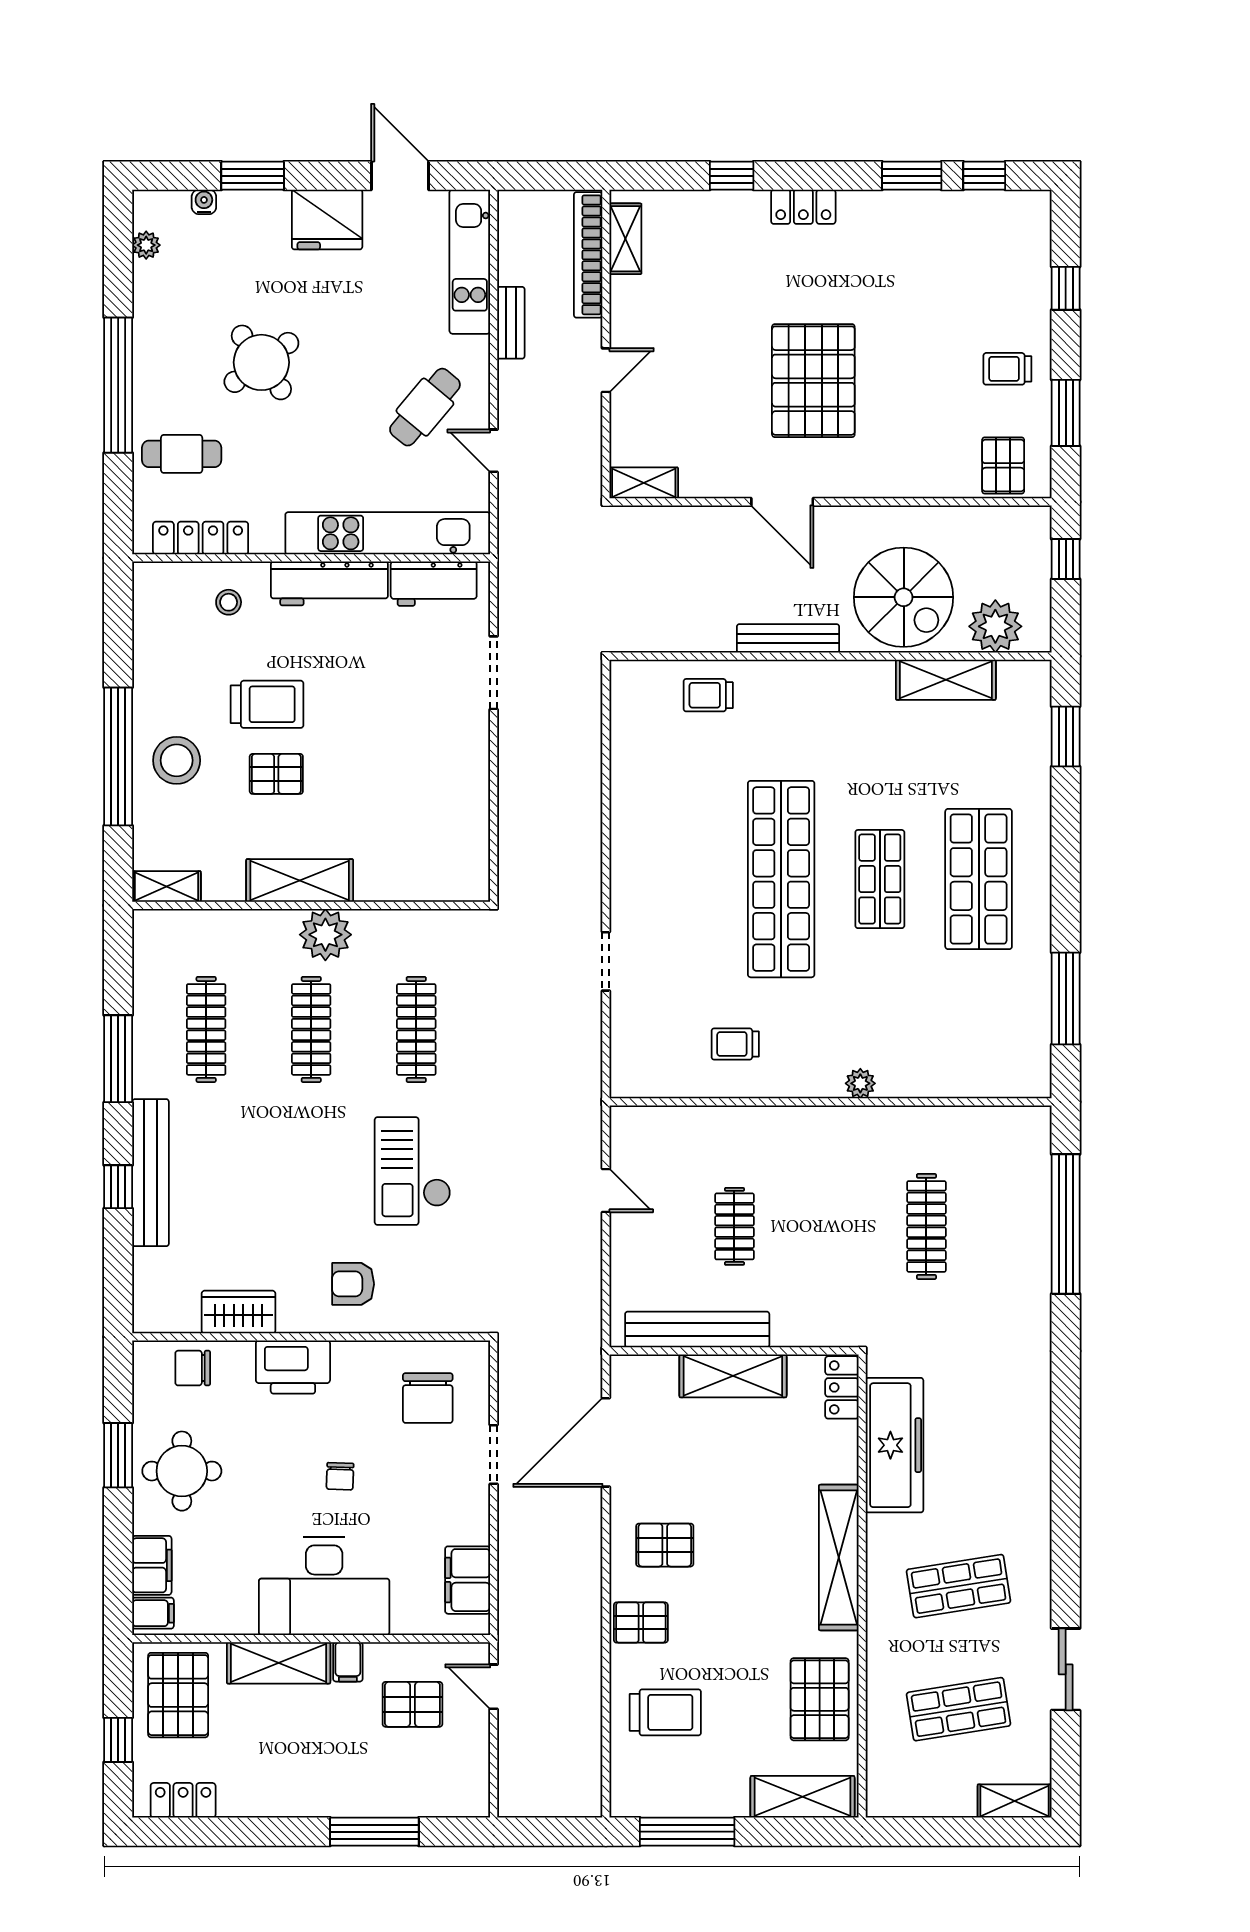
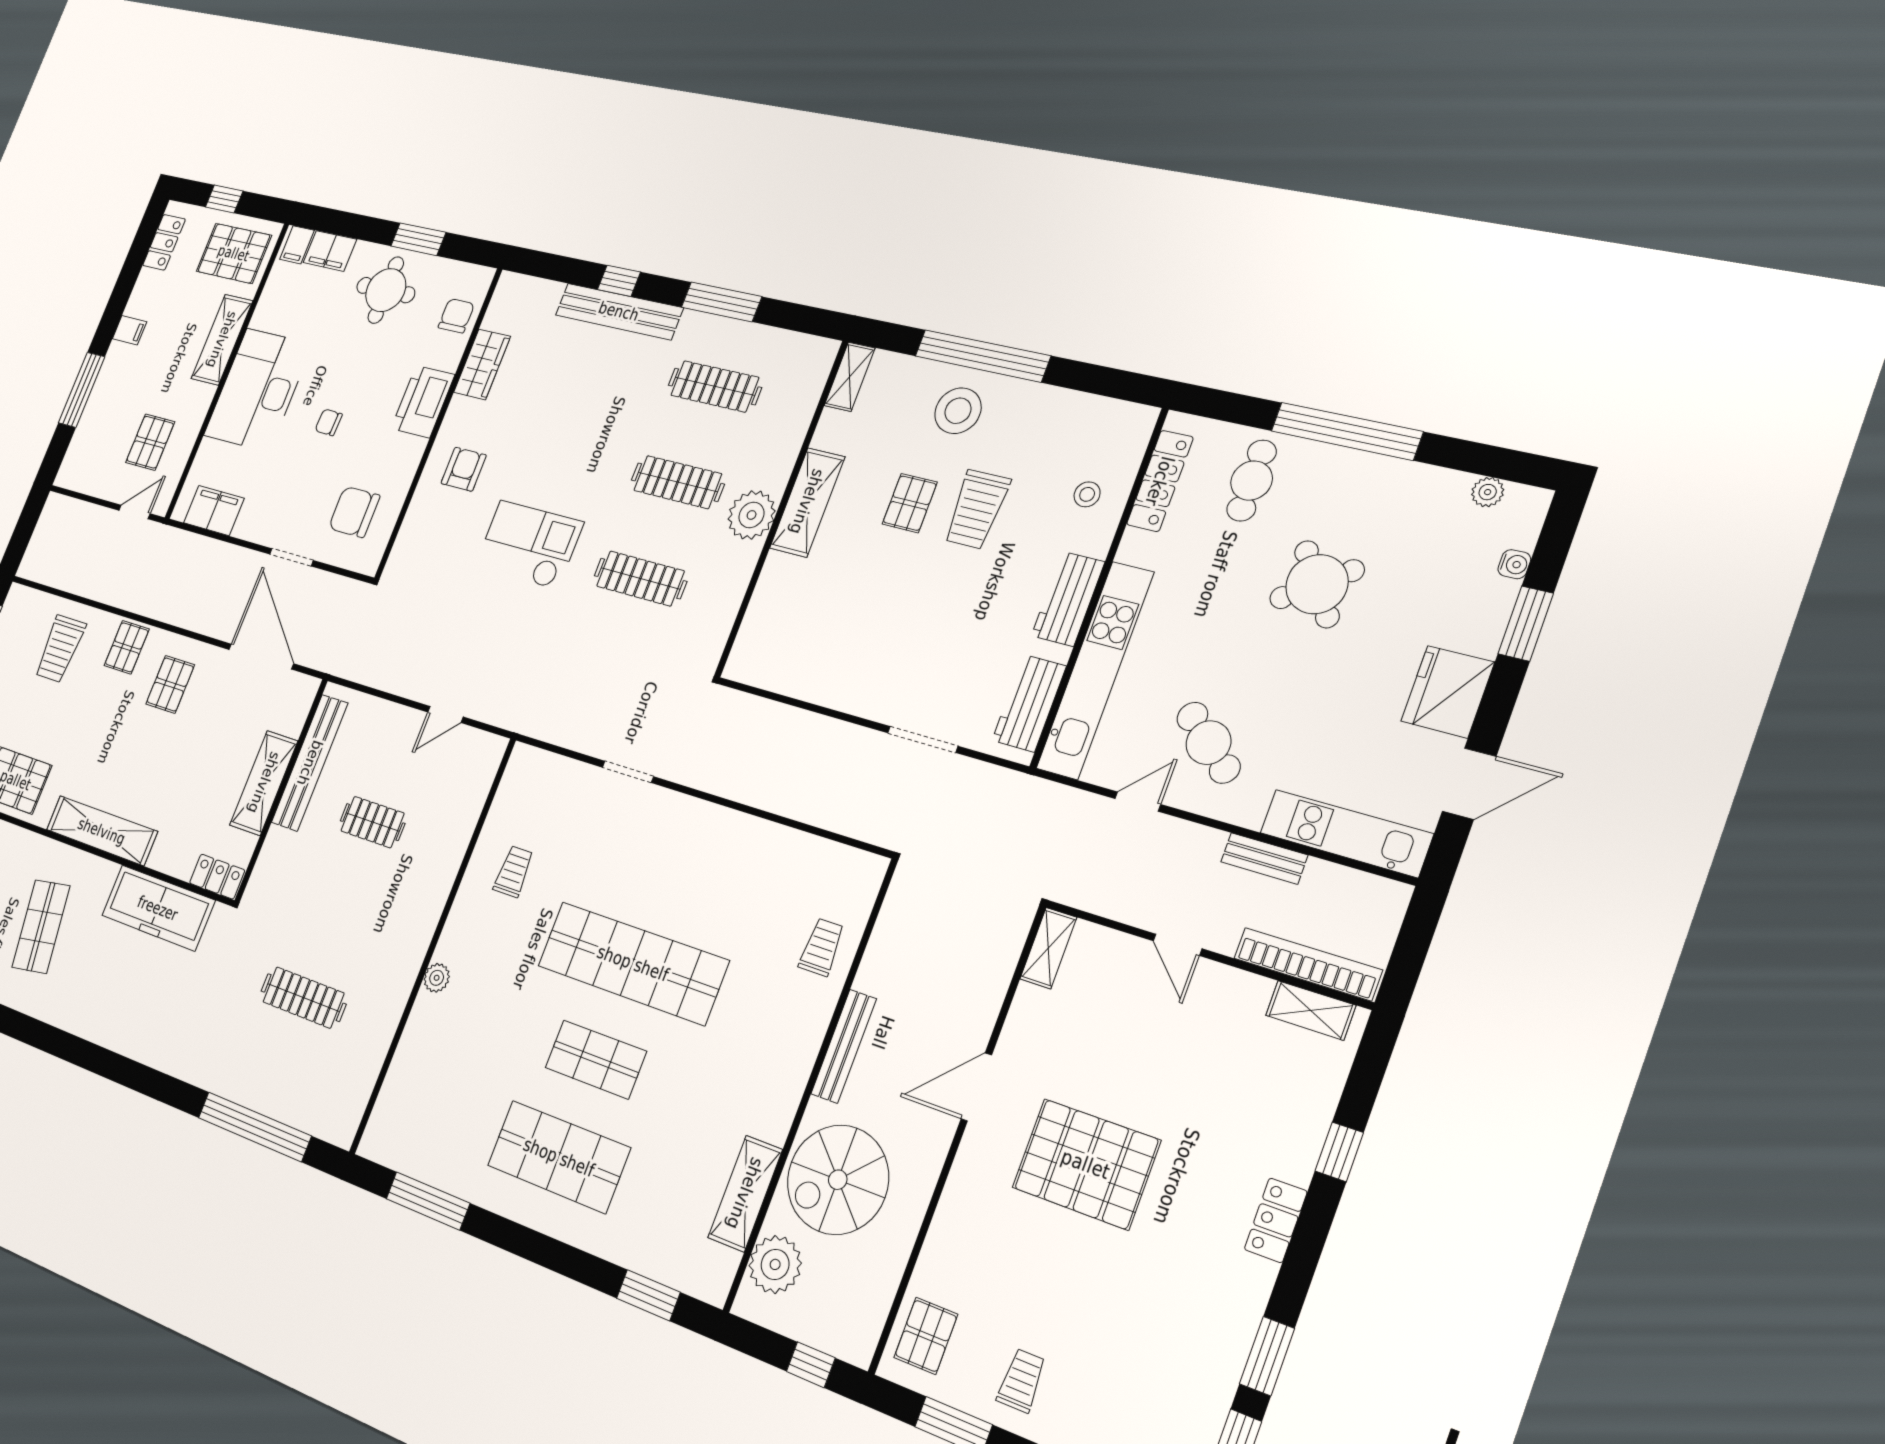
pallet: (1003, 465) -> (926, 1336), turned 90
workbench: (329, 583) -> (1068, 599), width x0.73
filing cabinet: (348, 1662) -> (130, 330), moved, turned 180

